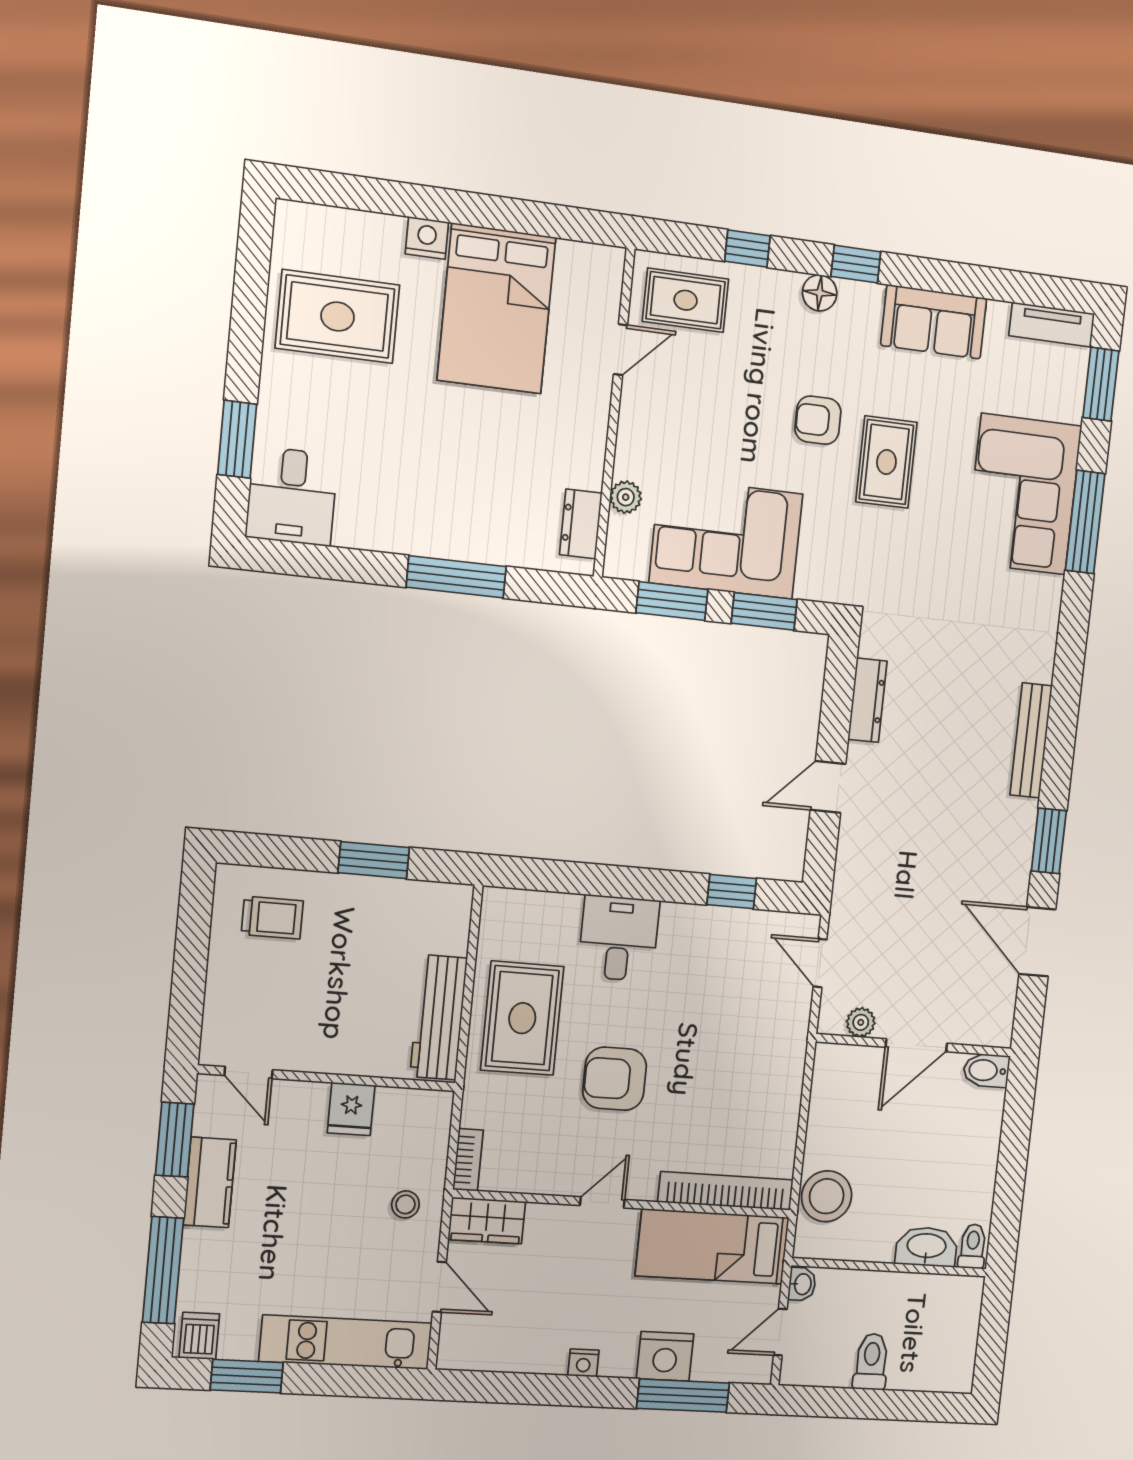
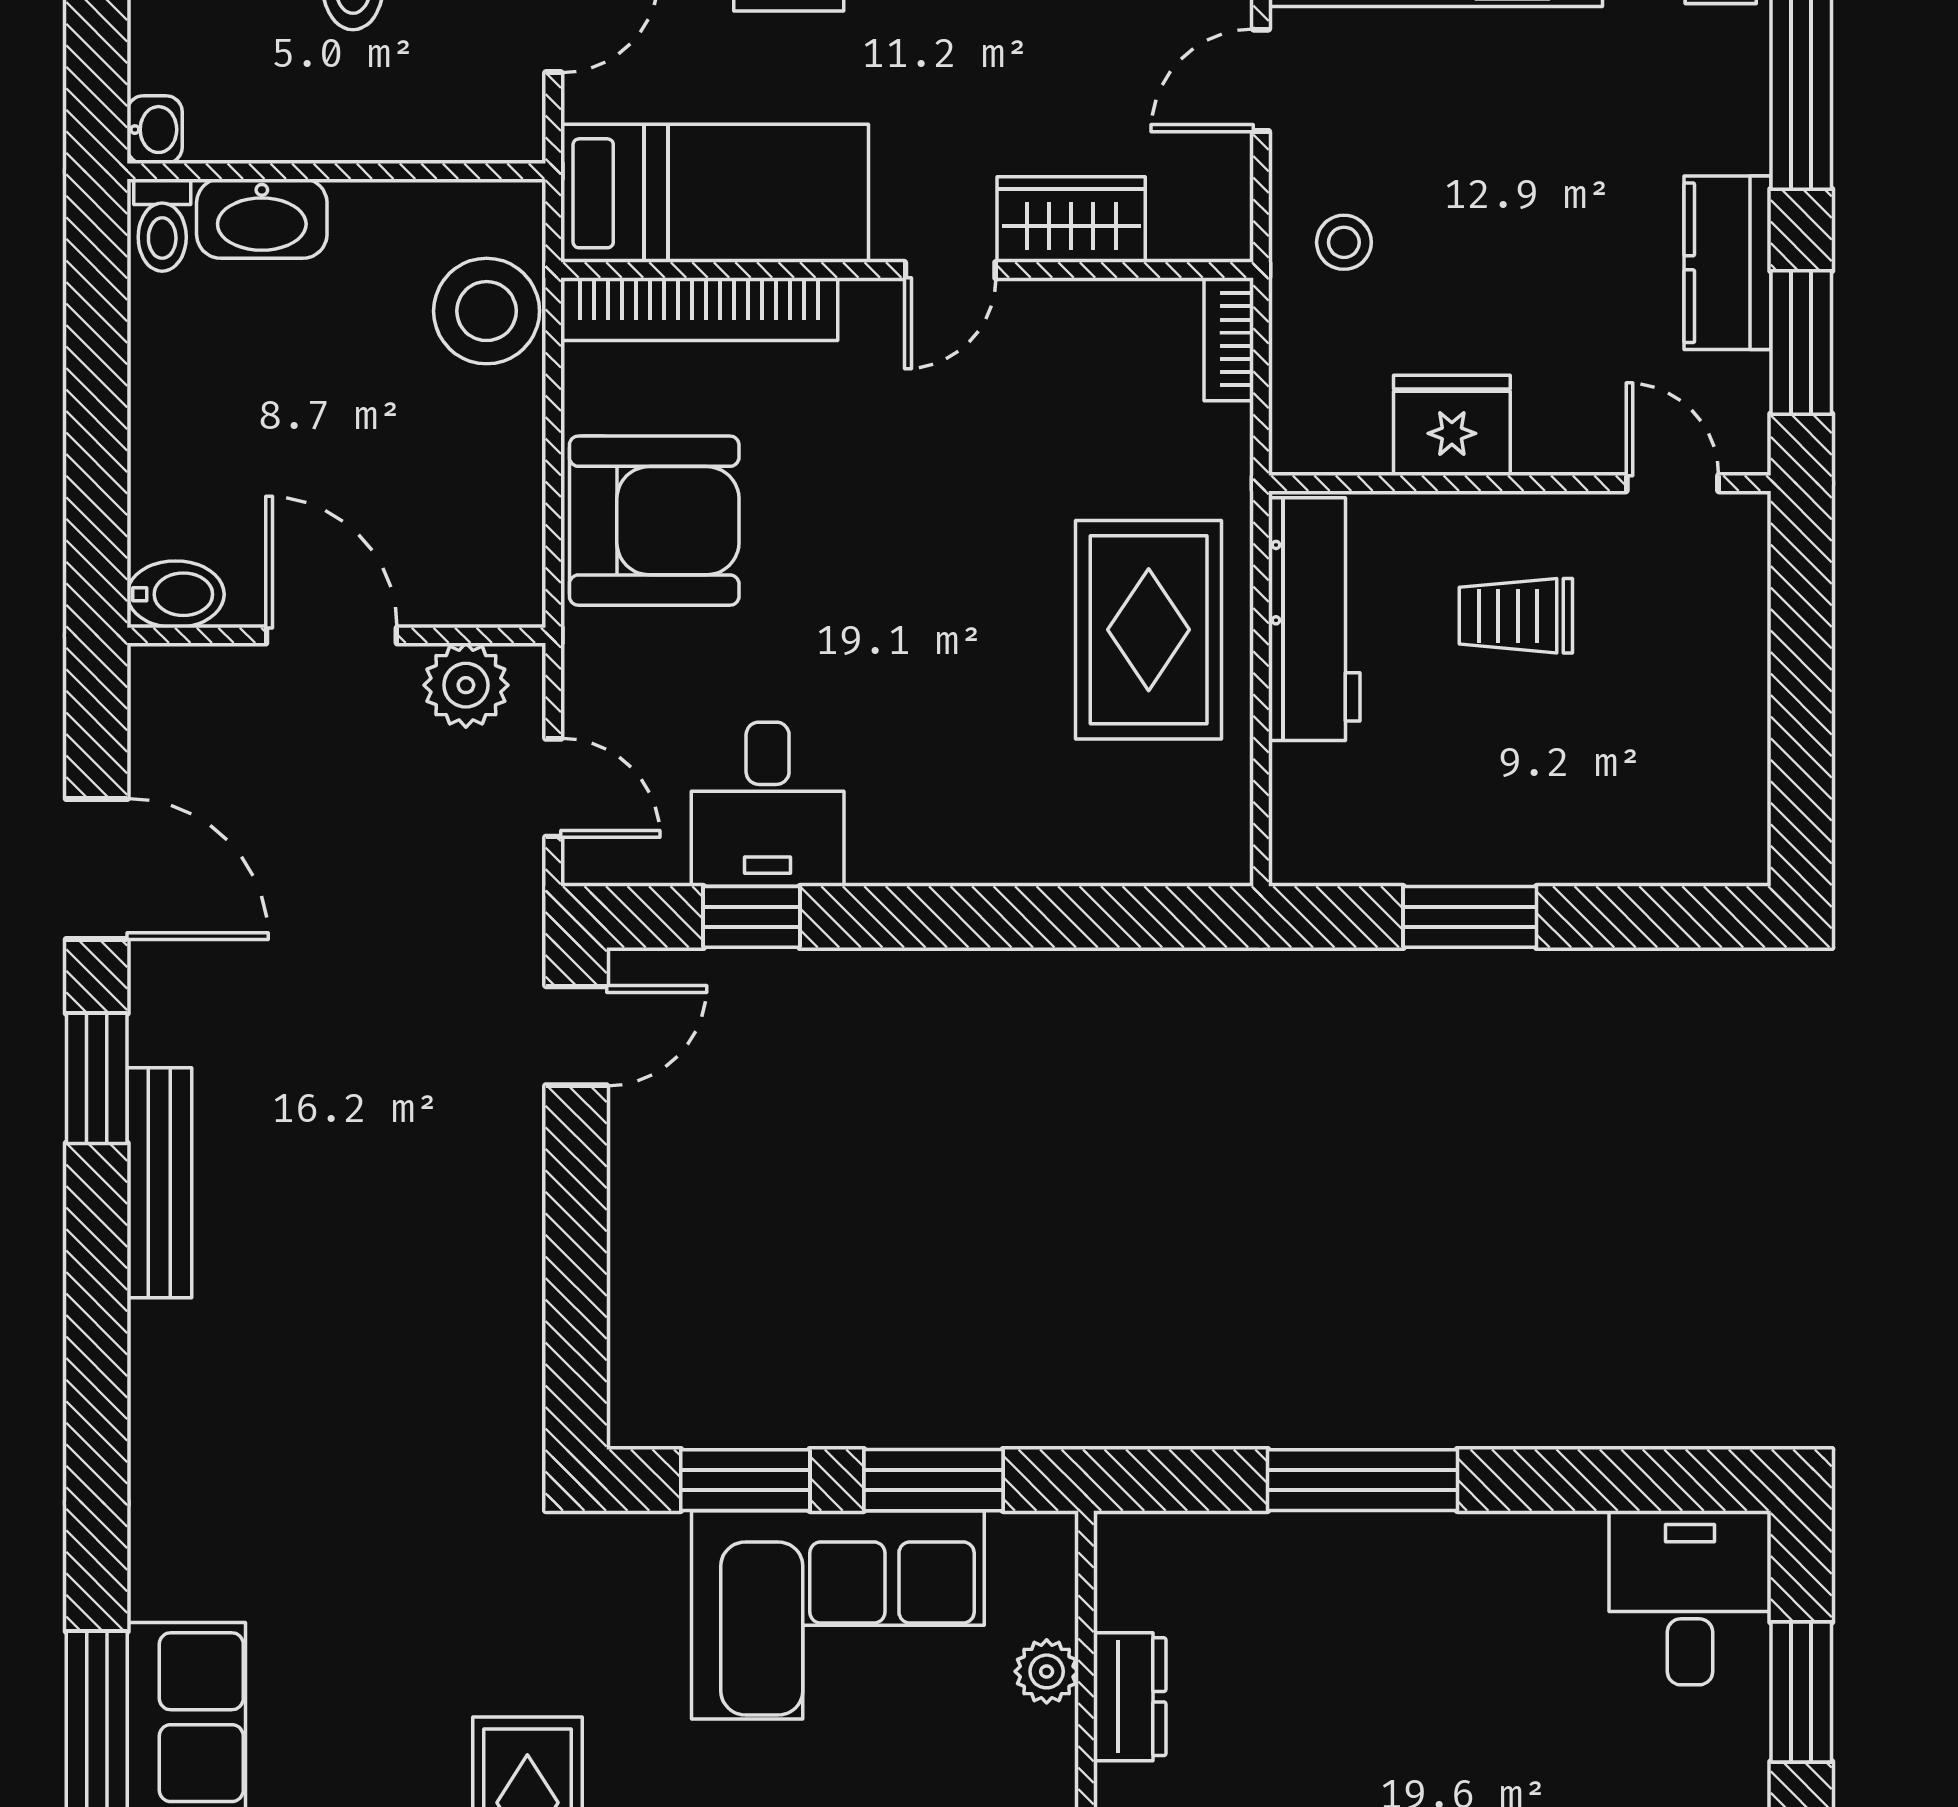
dresser: (581, 524) -> (1130, 1697), moved
dresser: (867, 700) -> (514, 1326), removed
bench: (1031, 740) -> (159, 1183), moved
door: (828, 787) -> (576, 1036), moved
trolley: (272, 918) -> (1516, 616), moved
desk: (619, 938) -> (768, 804), moved
plant: (861, 1022) -> (466, 685), width x1.38, depth x1.38
door: (916, 1045) -> (331, 635), hinge flipped
armchair: (615, 1079) -> (654, 521), moved, width x1.36, depth x1.36
fridge: (351, 1109) -> (1452, 425), width x1.38
wardrobe: (487, 1221) -> (1071, 220), moved
washbasin: (802, 1284) -> (155, 130), moved, turned 180
door: (439, 1287) -> (1261, 80), hinge flipped

